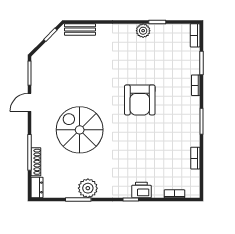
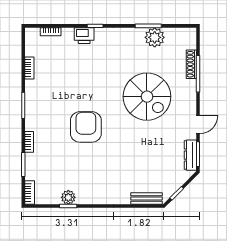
plant: (143, 31) -> (68, 197), moved
dresser: (37, 187) -> (190, 155), moved, width x1.44
plant: (88, 188) -> (155, 37), moved

